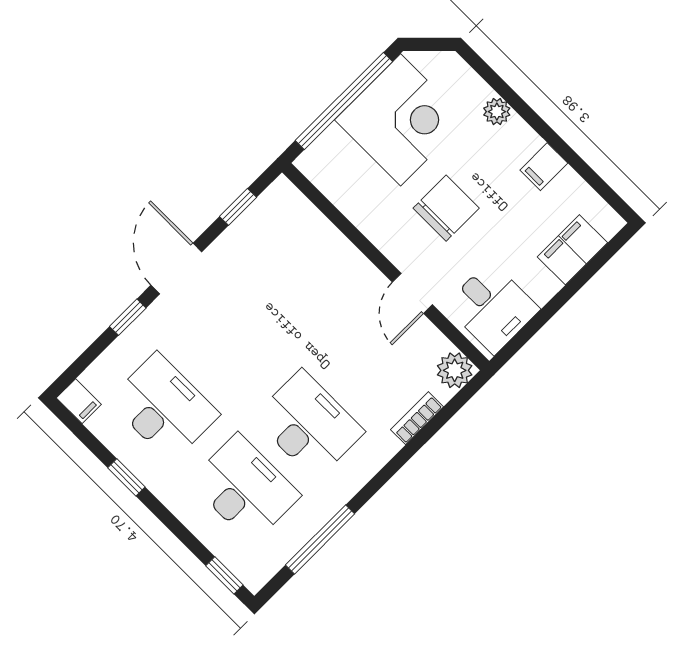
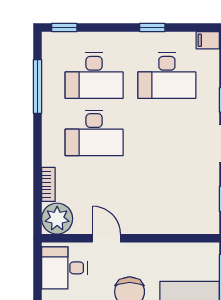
plant: (455, 370) -> (57, 219), width x1.36, depth x1.36

